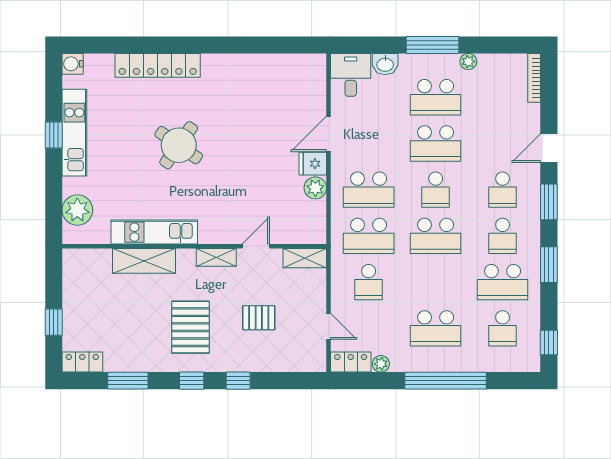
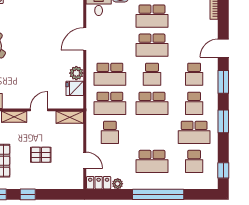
fridge: (313, 164) -> (75, 88), moved

